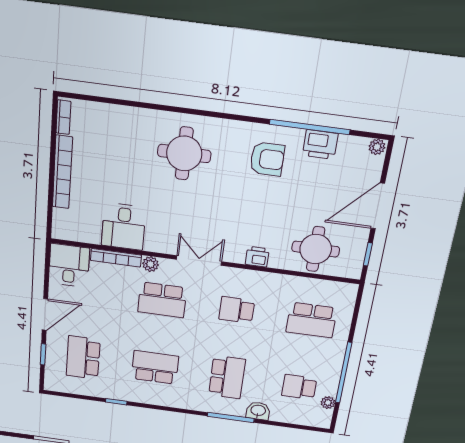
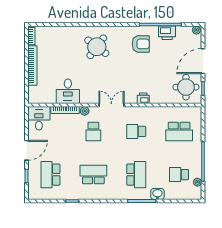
round table: (184, 153) -> (97, 47), turned 37
round table: (316, 249) -> (186, 87), moved
school desk: (162, 300) -> (93, 131), width x0.54

